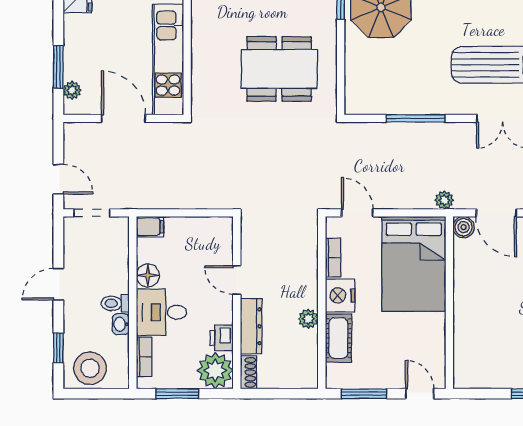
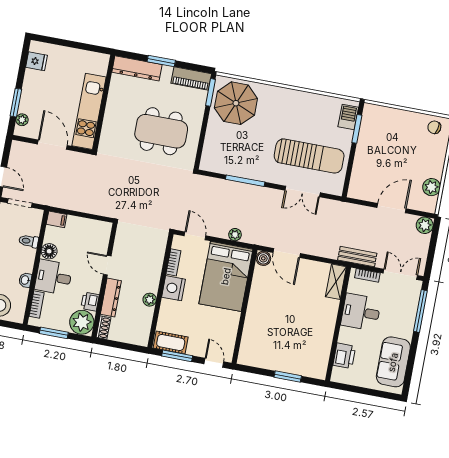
plant: (444, 200) -> (235, 235), moved
toilet: (115, 303) -> (29, 241), moved
cot: (338, 338) -> (171, 343), moved, turned 90

